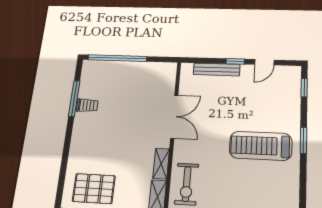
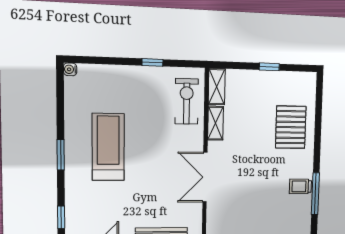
treadmill: (261, 146) -> (108, 147), turned -90
pallet: (94, 189) -> (291, 127), moved, turned 90

